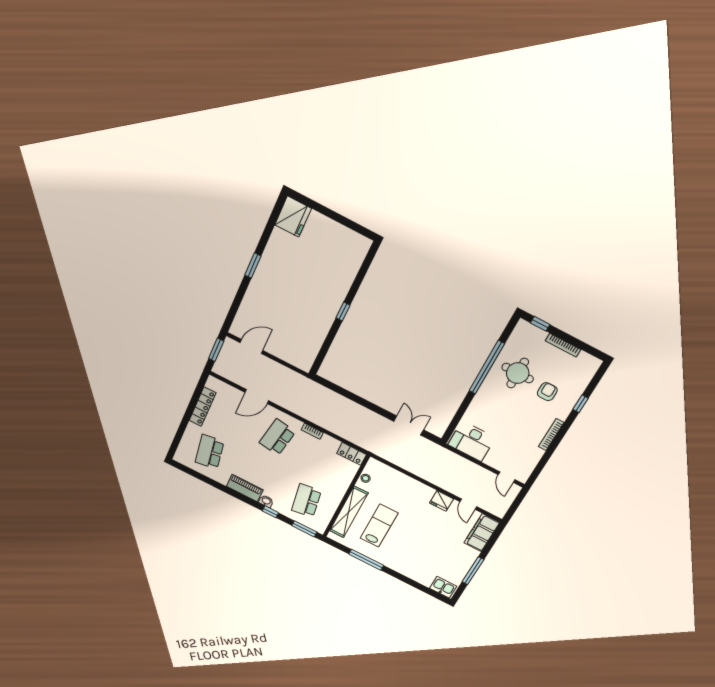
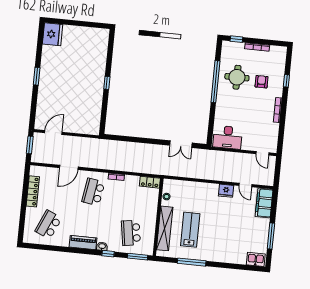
double door: (409, 426) -> (181, 144), swing flipped
school desk: (210, 452) -> (48, 225), turned 33

